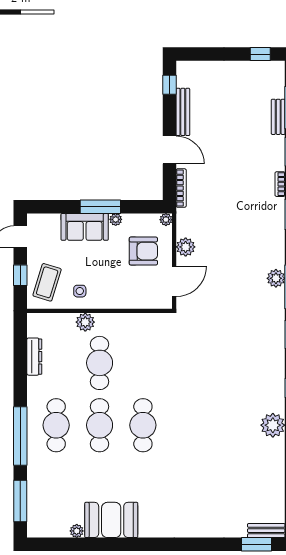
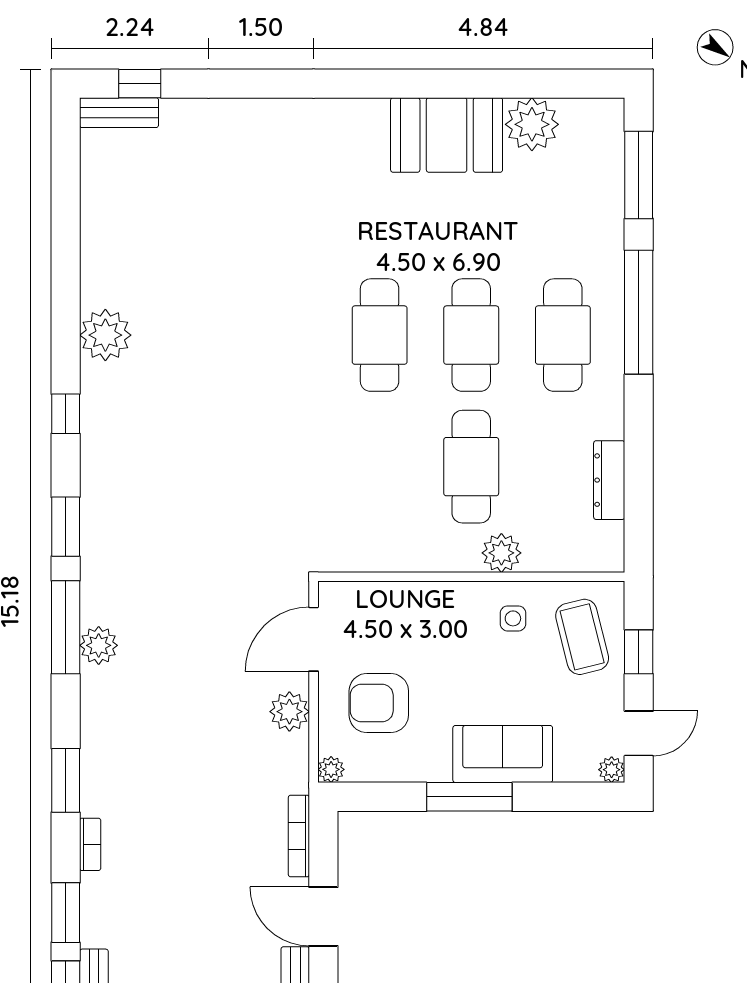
plant: (116, 219) -> (612, 770), moved
coffee table: (47, 282) -> (582, 637), turned -31
plant: (77, 531) -> (532, 124), width x1.87, depth x1.87
window: (256, 544) -> (140, 84), width x0.67

